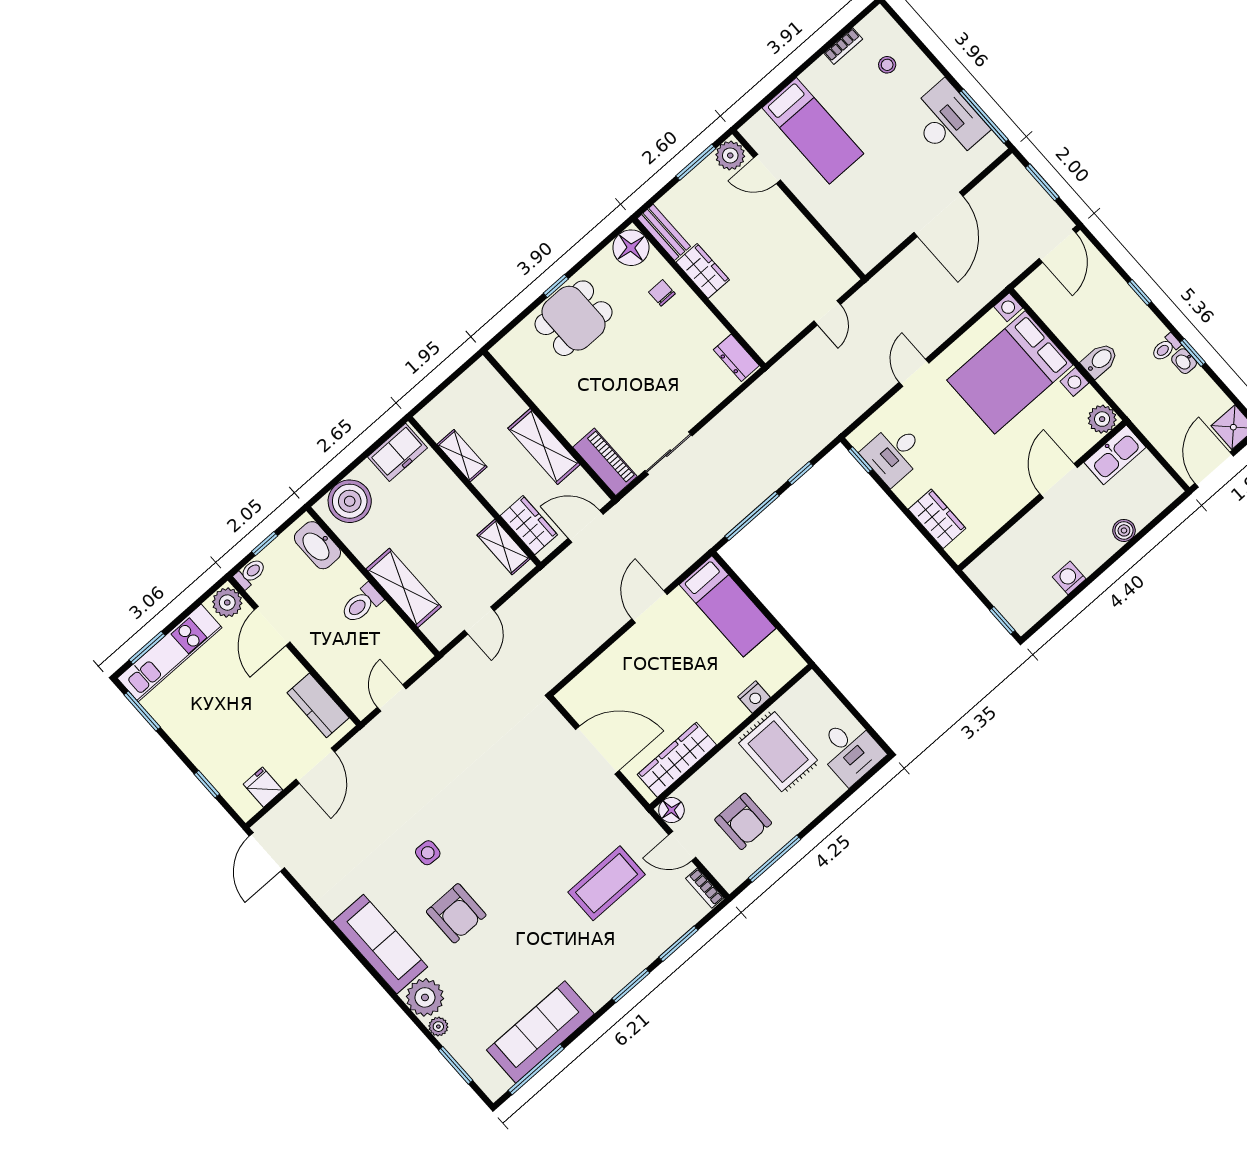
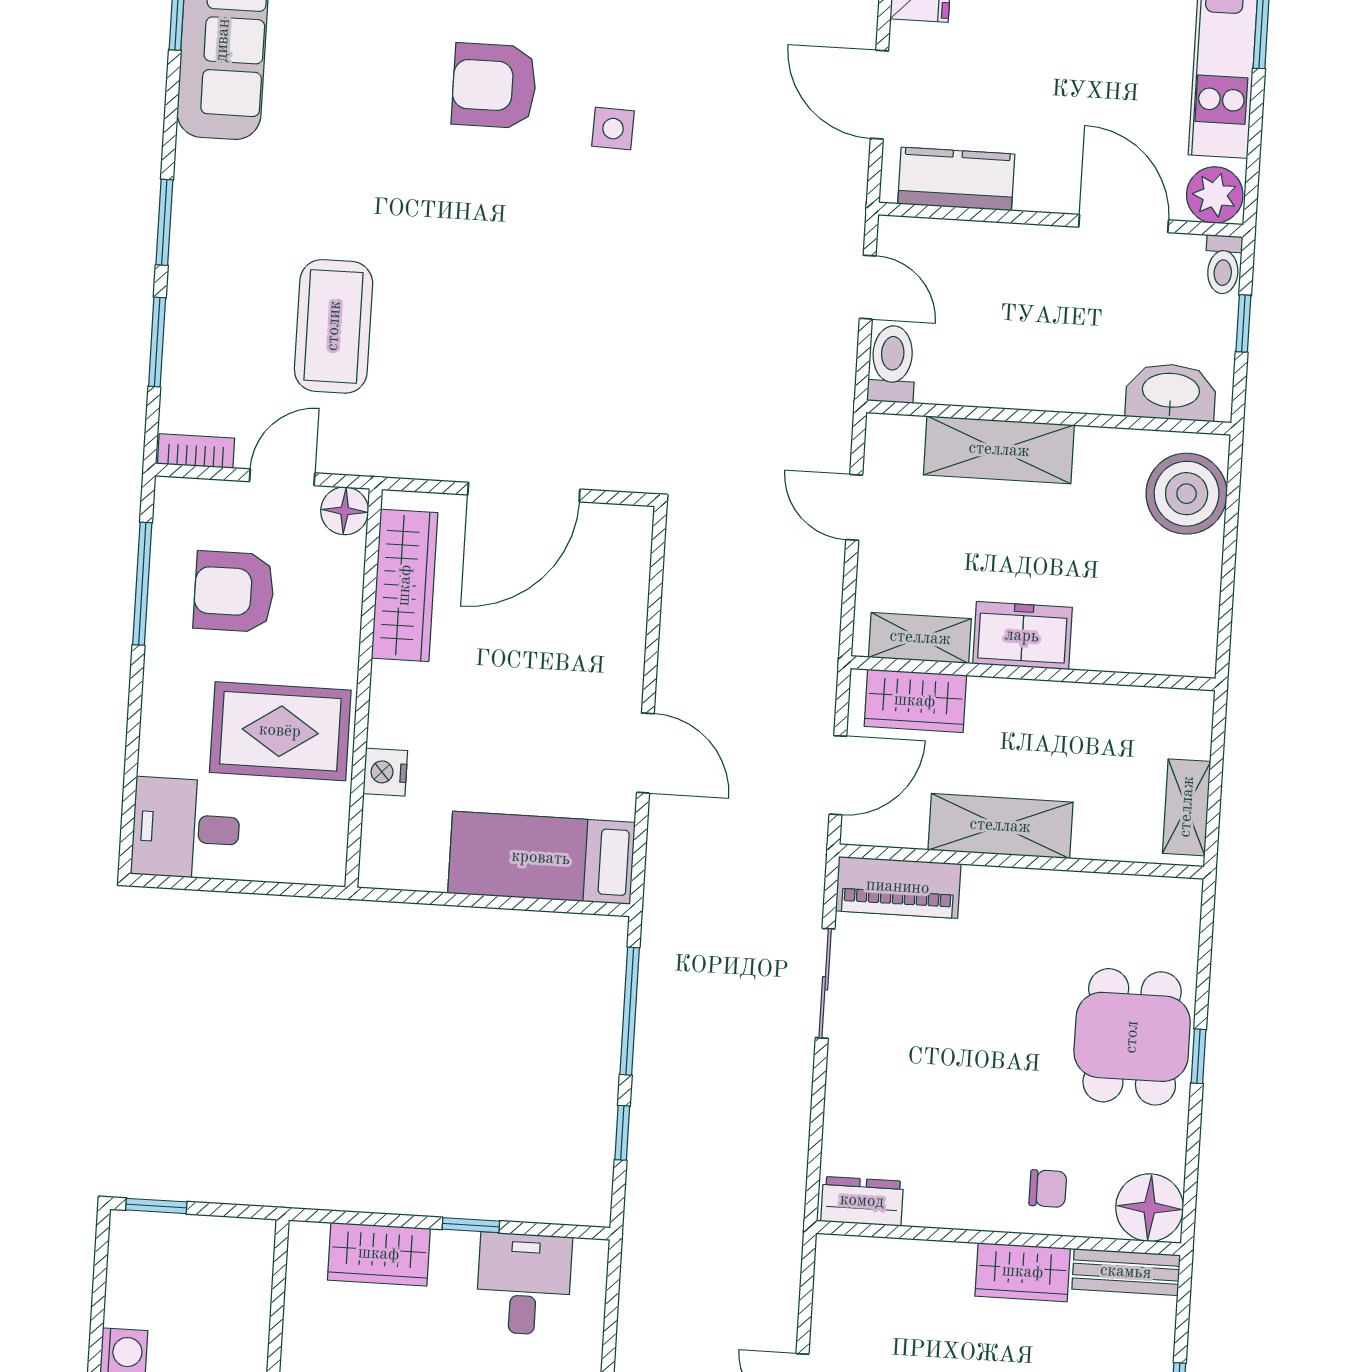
freezer: (397, 452) -> (1022, 636), moved, turned 90
shelving: (462, 456) -> (1187, 807), moved, turned 90
window: (860, 460) -> (471, 1225), moved
toilet: (361, 604) -> (892, 364), moved

